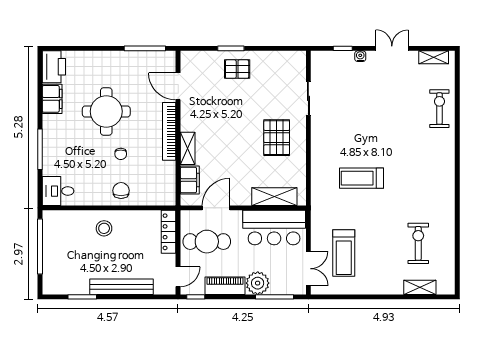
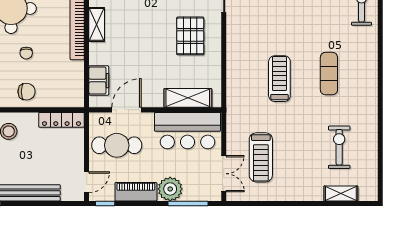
shelving: (188, 148) -> (97, 24), moved
exercise mat: (409, 173) -> (329, 74), added
treadmill: (361, 178) -> (279, 79), turned 90
chair: (121, 191) -> (27, 92), turned 90
locker: (169, 232) -> (61, 120), moved, turned -90

